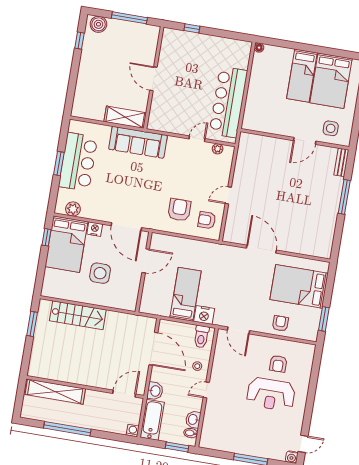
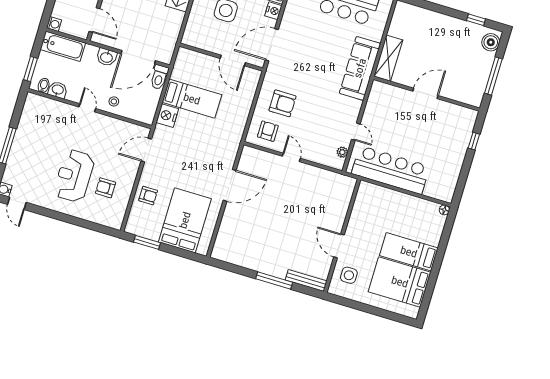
bench: (341, 162) -> (306, 281), width x1.36
toilet: (201, 337) -> (159, 77), moved, turned -90
washbasin: (155, 391) -> (107, 57), moved

